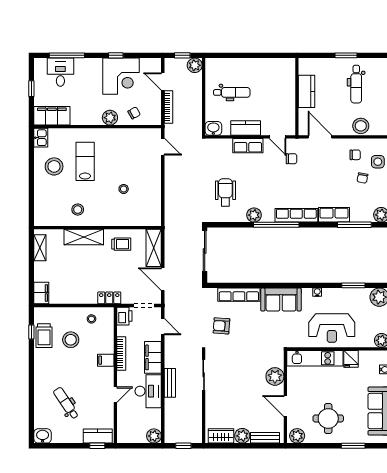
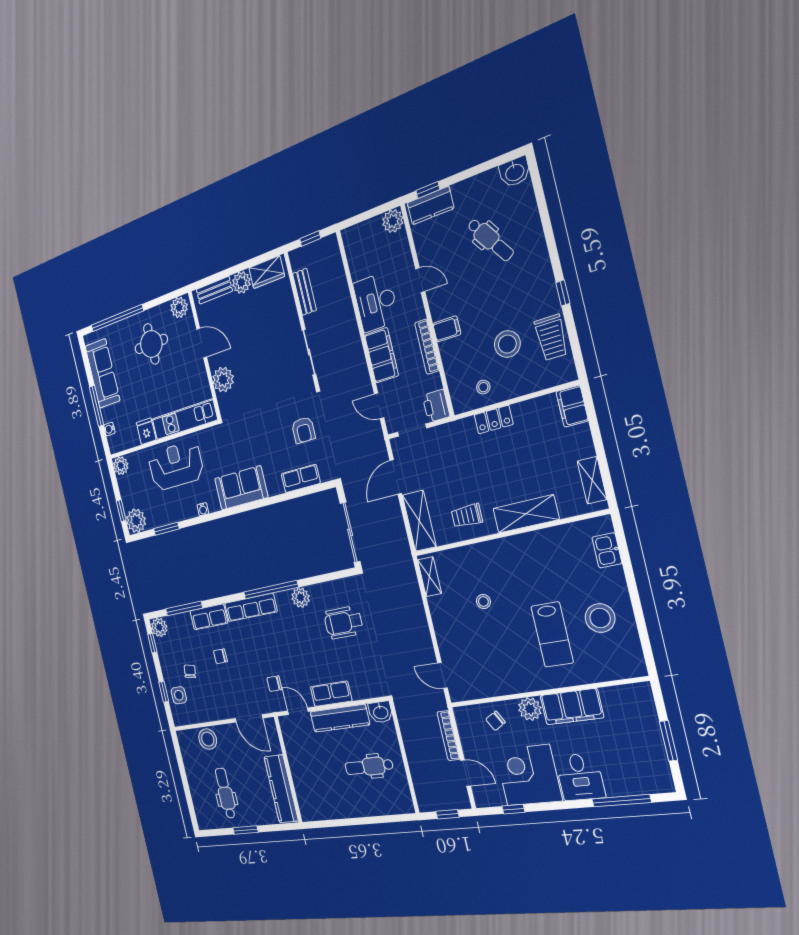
window: (116, 55) -> (513, 809), moved
plant: (195, 65) -> (427, 801), removed
desk: (60, 72) -> (580, 777), moved
window: (31, 89) -> (668, 741), width x1.50
kitchen counter: (307, 91) -> (281, 789), width x1.50
filing cabinet: (52, 116) -> (572, 707), moved
kitchen counter: (246, 128) -> (340, 718), width x1.50
kitchen sink: (41, 138) -> (607, 550), moved
chair: (355, 155) -> (220, 656), moved
wheelchair: (225, 192) -> (343, 623), turned 90
stool: (78, 210) -> (546, 556), removed
shelving: (156, 211) -> (430, 577), added
door: (163, 279) -> (396, 477), swing flipped
row of seats: (239, 295) -> (301, 478), width x0.68
locker: (109, 298) -> (494, 420), moved
armchair: (221, 326) -> (303, 430), turned 86
window: (31, 332) -> (563, 293), moved
trolley: (44, 336) -> (551, 337), turned 180
bench: (170, 383) -> (304, 292), moved
door: (115, 395) -> (420, 280), swing flipped
plant: (154, 436) -> (393, 221), moved
window: (353, 446) -> (117, 318), width x2.11

